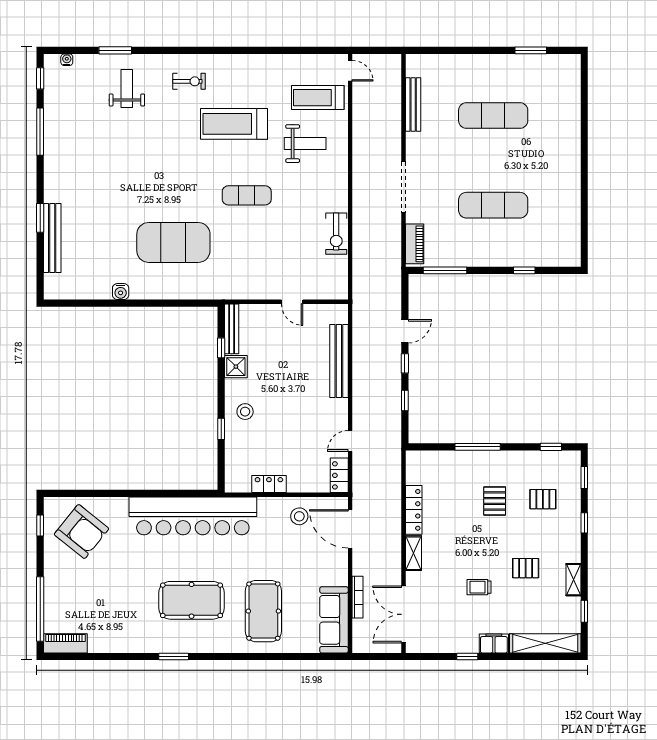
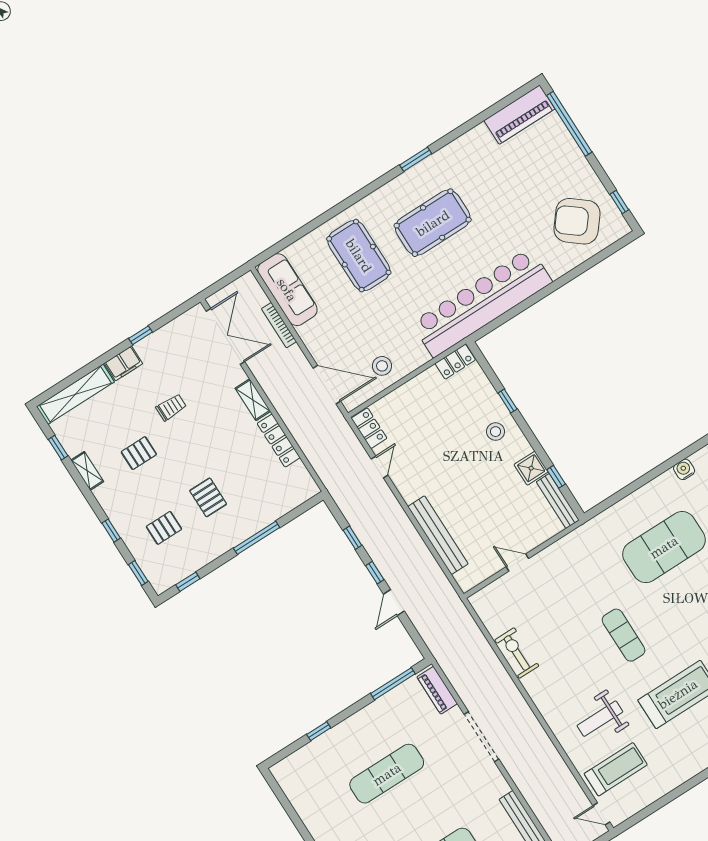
exercise mat: (247, 195) -> (624, 635), turned 90
locker: (269, 484) -> (455, 362), moved
piano: (65, 643) -> (519, 115), width x1.37, depth x1.33

